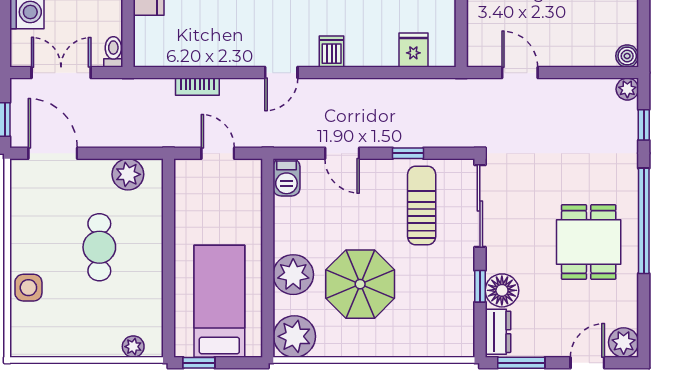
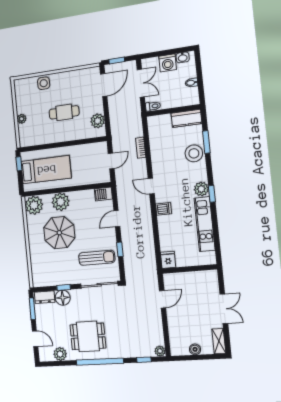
fridge: (413, 50) -> (168, 260), moved, turned -90
boiler: (627, 56) -> (195, 349), moved
plant: (624, 342) -> (60, 354), moved
plant: (133, 347) -> (22, 119), moved

